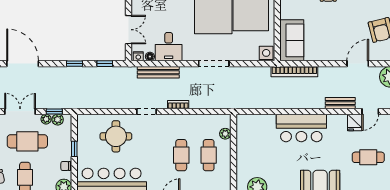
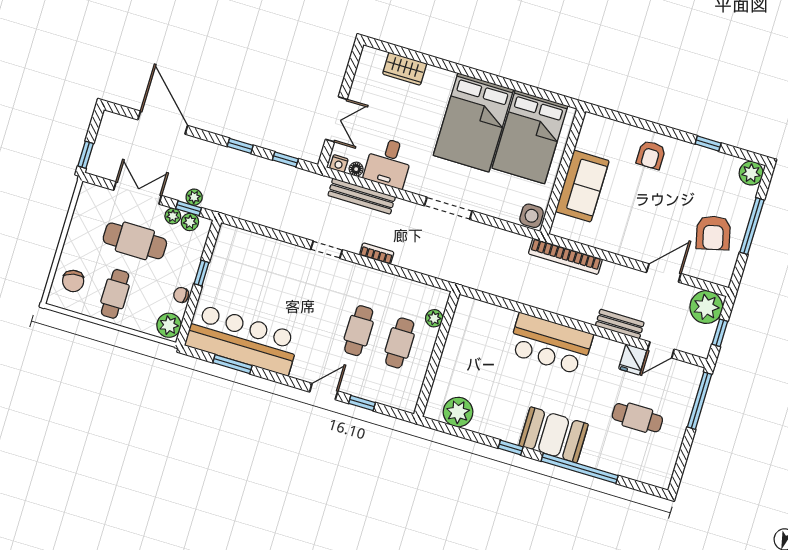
sofa: (292, 40) -> (582, 186), moved
plant: (56, 104) -> (194, 197), added
round table: (116, 136) -> (270, 273), removed

